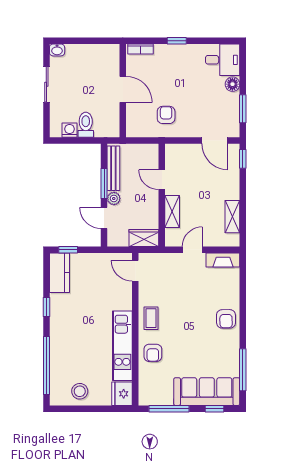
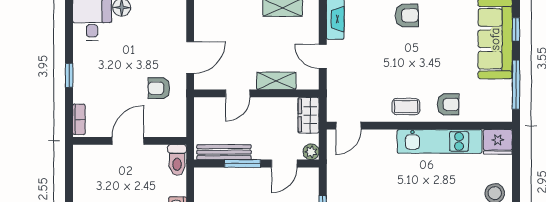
toilet: (86, 125) -> (177, 160), moved, turned -90
door: (215, 141) -> (190, 57), moved
plant: (114, 198) -> (311, 152), moved

